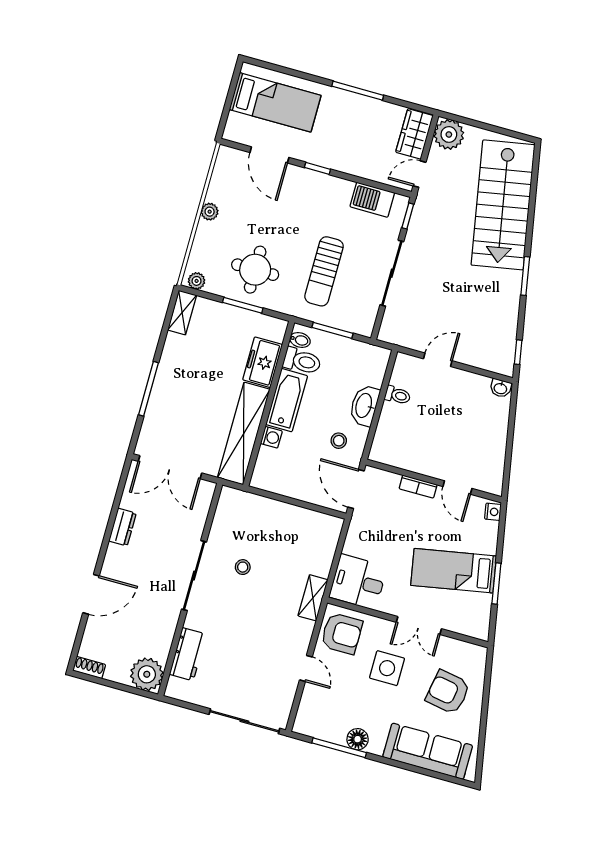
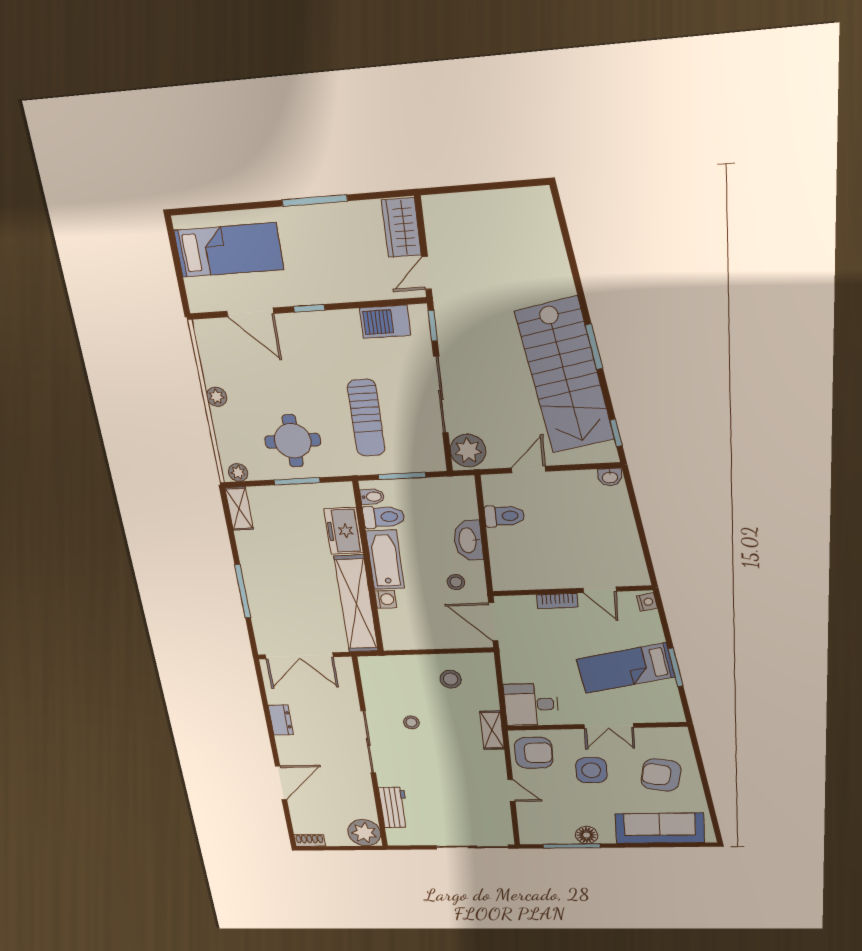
plant: (449, 134) -> (468, 451), moved
stairs: (503, 205) -> (565, 376), moved
toilet: (398, 395) -> (504, 516), width x1.37, depth x1.39
stool: (296, 534) -> (451, 679), added

